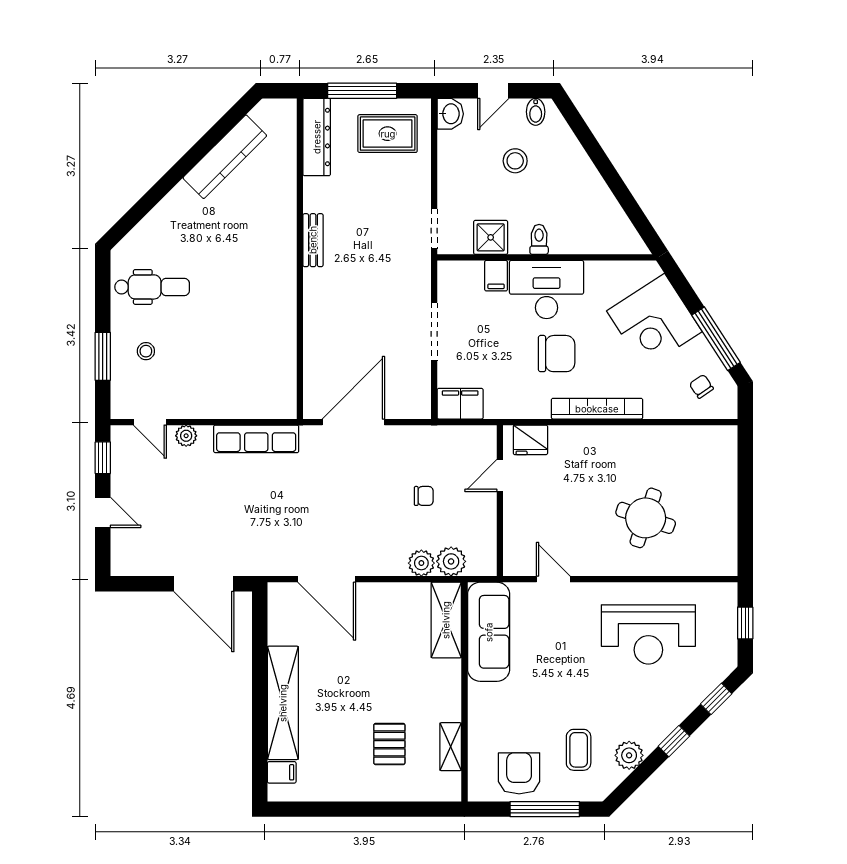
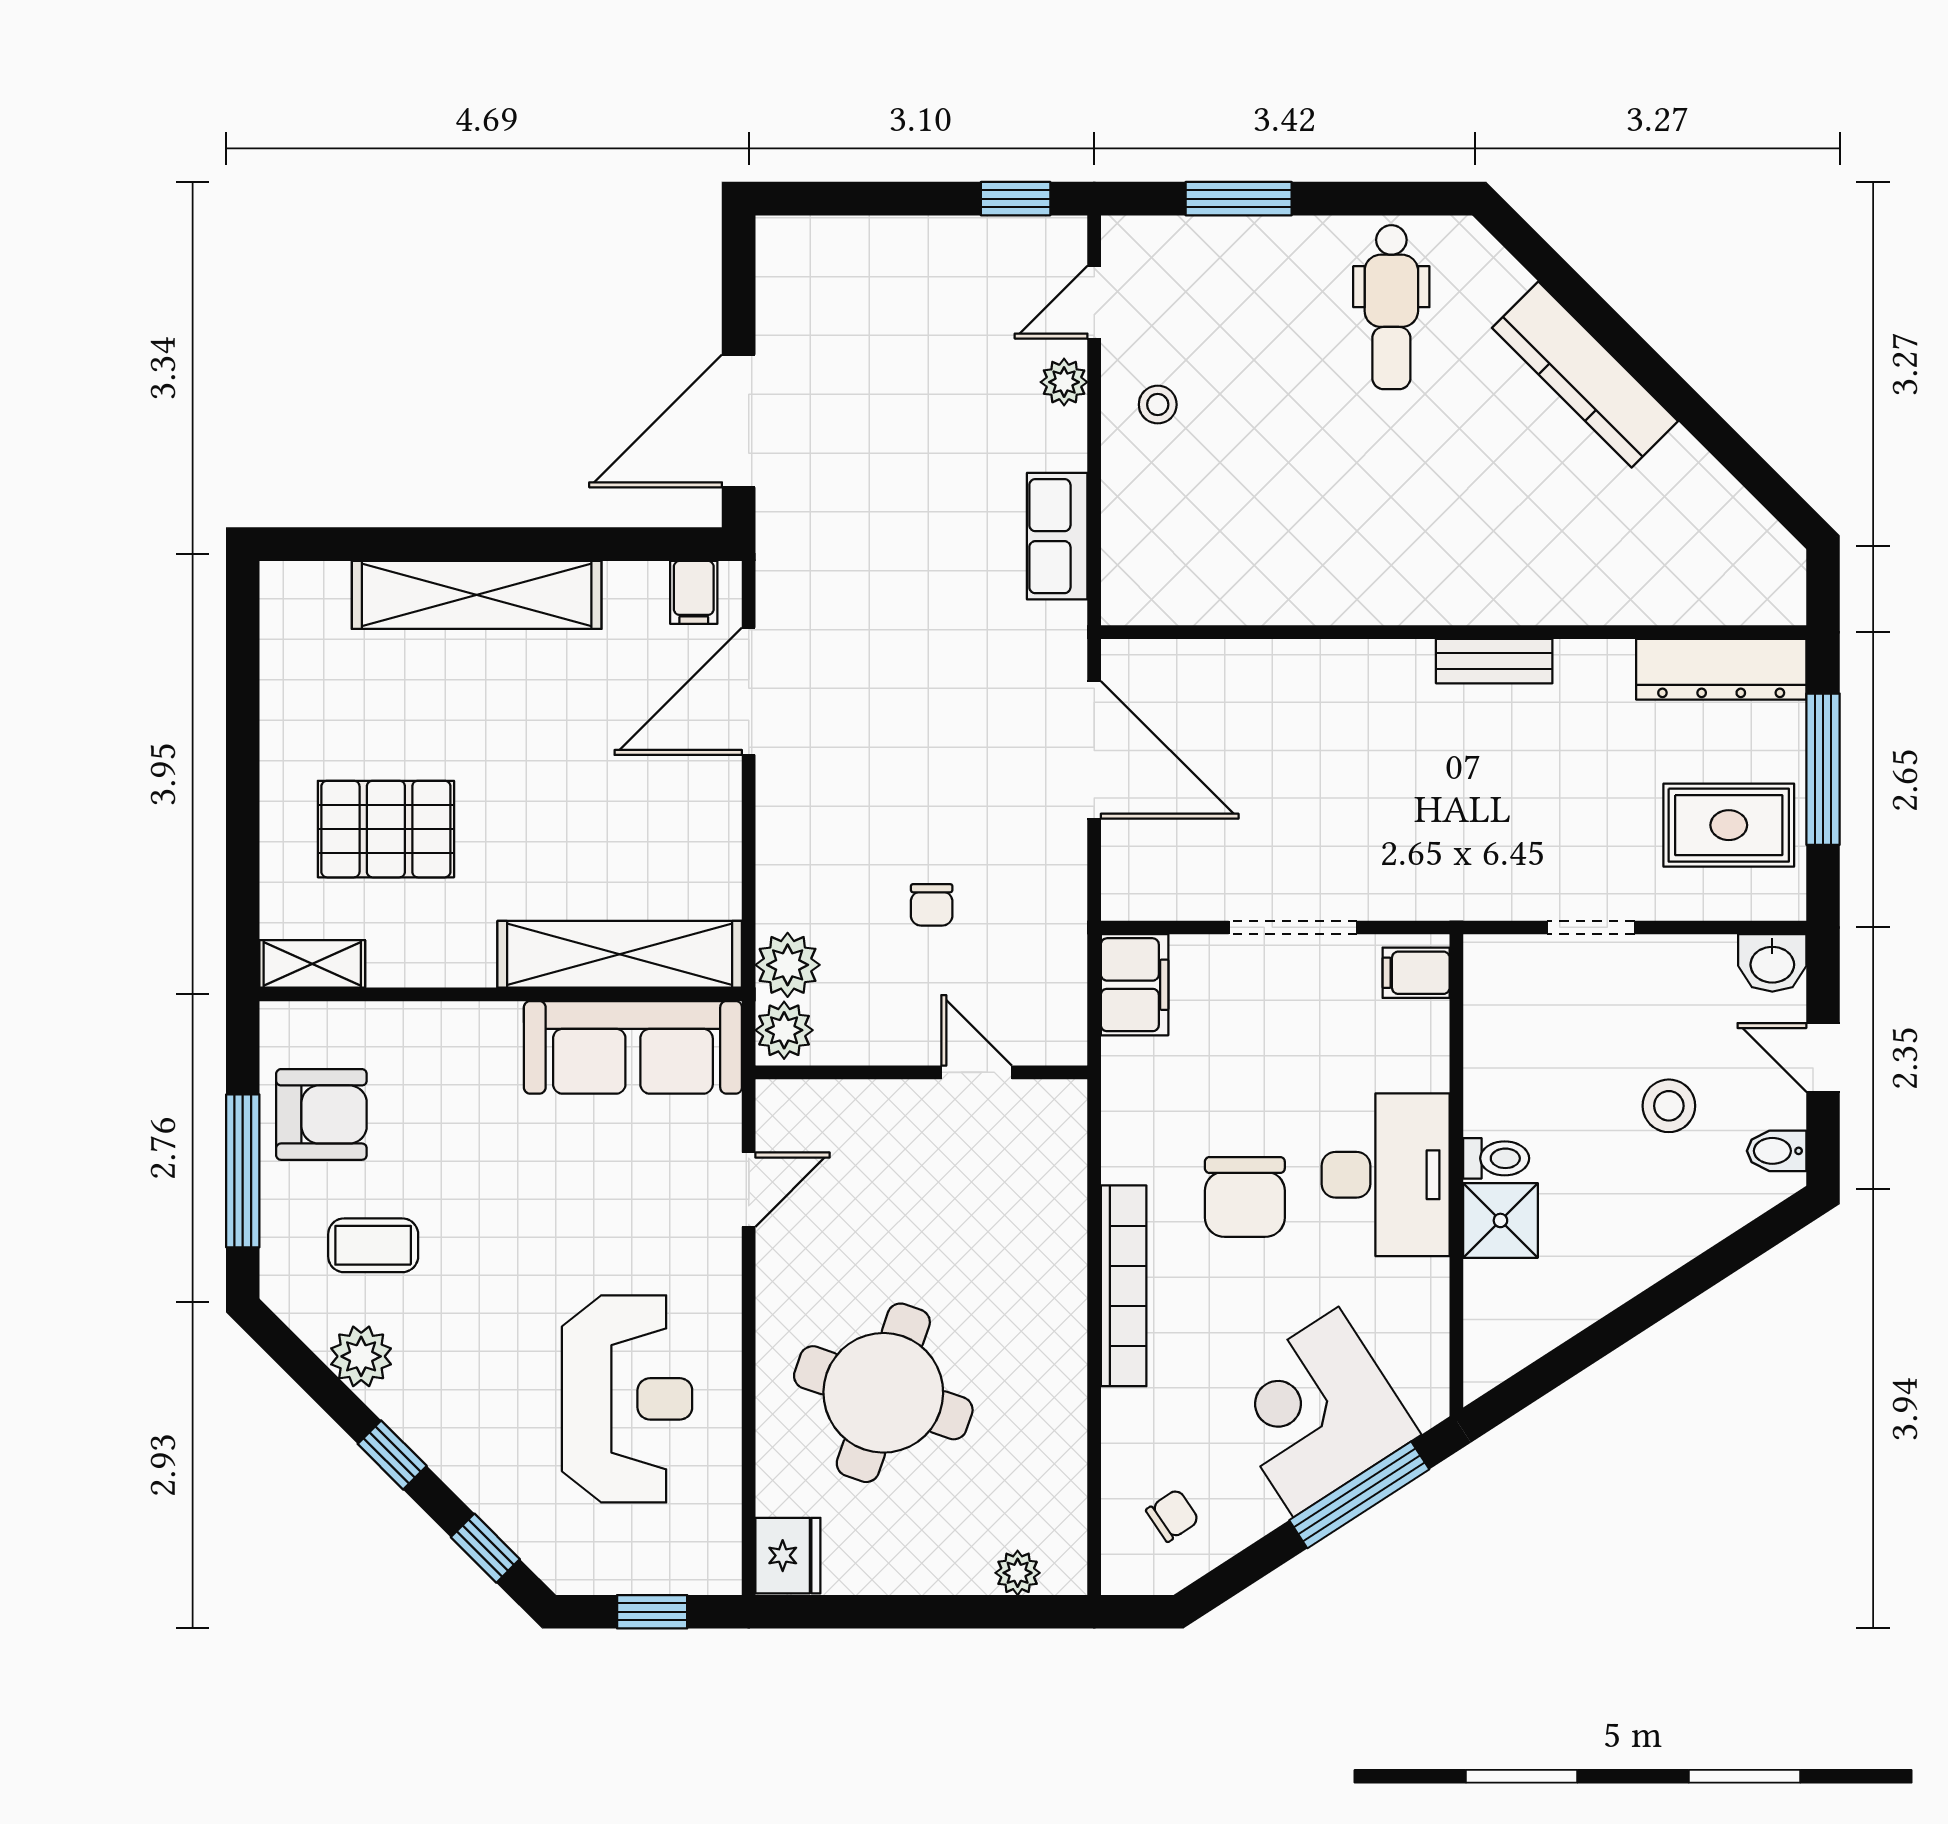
rug: (388, 134) -> (1729, 825), turned 90
kitchen counter: (225, 157) -> (1585, 375), moved
doorway: (434, 229) -> (1591, 927), moved
shower: (491, 237) -> (1500, 1220), moved
filing cabinet: (496, 276) -> (1416, 973), moved
window: (716, 339) -> (1359, 1495), moved
stool: (146, 351) -> (1158, 405), moved
row of seats: (256, 439) -> (1057, 536), width x0.68
fridge: (530, 440) -> (788, 1556), moved, turned 180
plant: (727, 457) -> (1018, 1573), added
door: (103, 512) -> (896, 199), removed
round table: (646, 518) -> (883, 1393), width x1.36, depth x1.36
plant: (421, 563) -> (784, 1030), moved
shelving: (446, 620) -> (620, 954), width x1.47
reception desk: (648, 634) -> (627, 1399), turned 180
pallet: (389, 744) -> (386, 829), width x1.50, depth x1.42
shelving: (451, 747) -> (312, 964), moved
filing cabinet: (282, 772) -> (694, 592), moved

